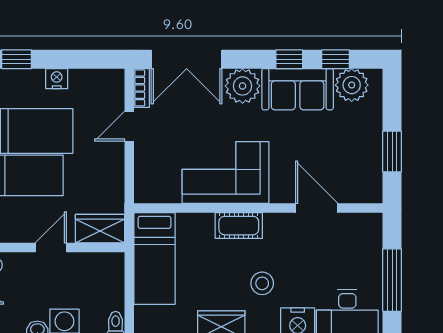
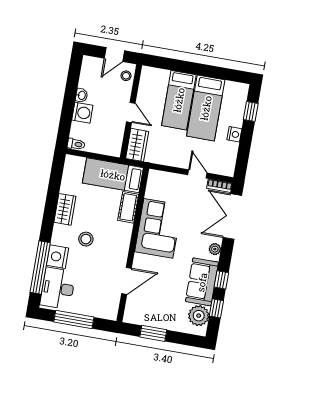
plant: (243, 86) -> (215, 249), width x0.53, depth x0.53
cot: (239, 226) -> (128, 207), moved

